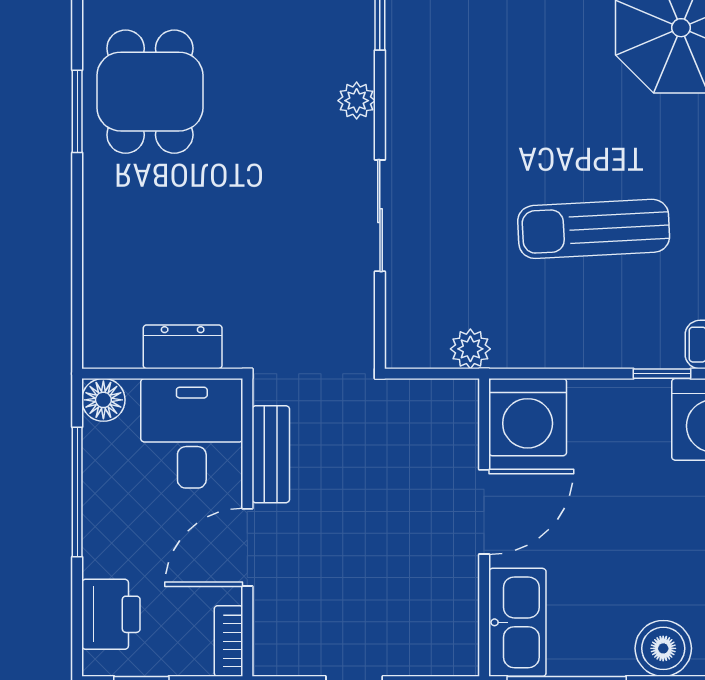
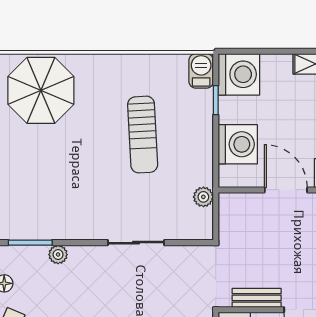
plant: (357, 101) -> (58, 254), moved
washing machine: (528, 417) -> (238, 144), moved

